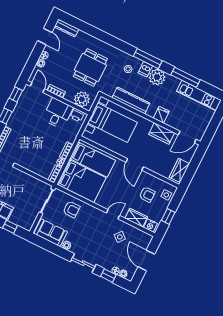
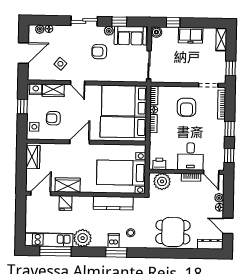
window: (148, 59) -> (116, 252), width x0.69
dining table: (90, 67) -> (173, 232), moved, turned 90
plant: (157, 77) -> (83, 238), moved
window: (185, 77) -> (55, 251), moved
desk: (58, 113) -> (191, 156), moved
fridge: (161, 115) -> (66, 203), moved
armchair: (32, 151) -> (187, 107), added
door: (135, 164) -> (80, 142), hinge flipped
armchair: (71, 209) -> (99, 52), moved
door: (113, 214) -> (78, 83), hinge flipped
boiler: (28, 225) -> (156, 32), added
door: (146, 260) -> (23, 53), hinge flipped
window: (108, 276) -> (119, 22), moved

